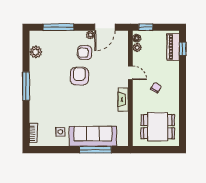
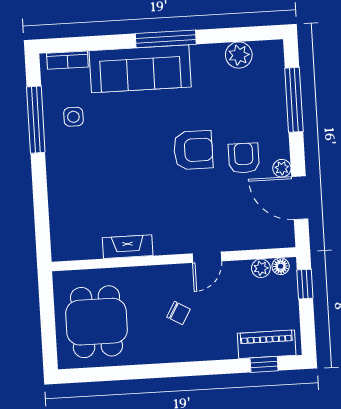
fireplace: (123, 99) -> (128, 247), moved
sofa: (93, 136) -> (140, 69), moved, turned 90
window: (95, 150) -> (36, 120), moved

